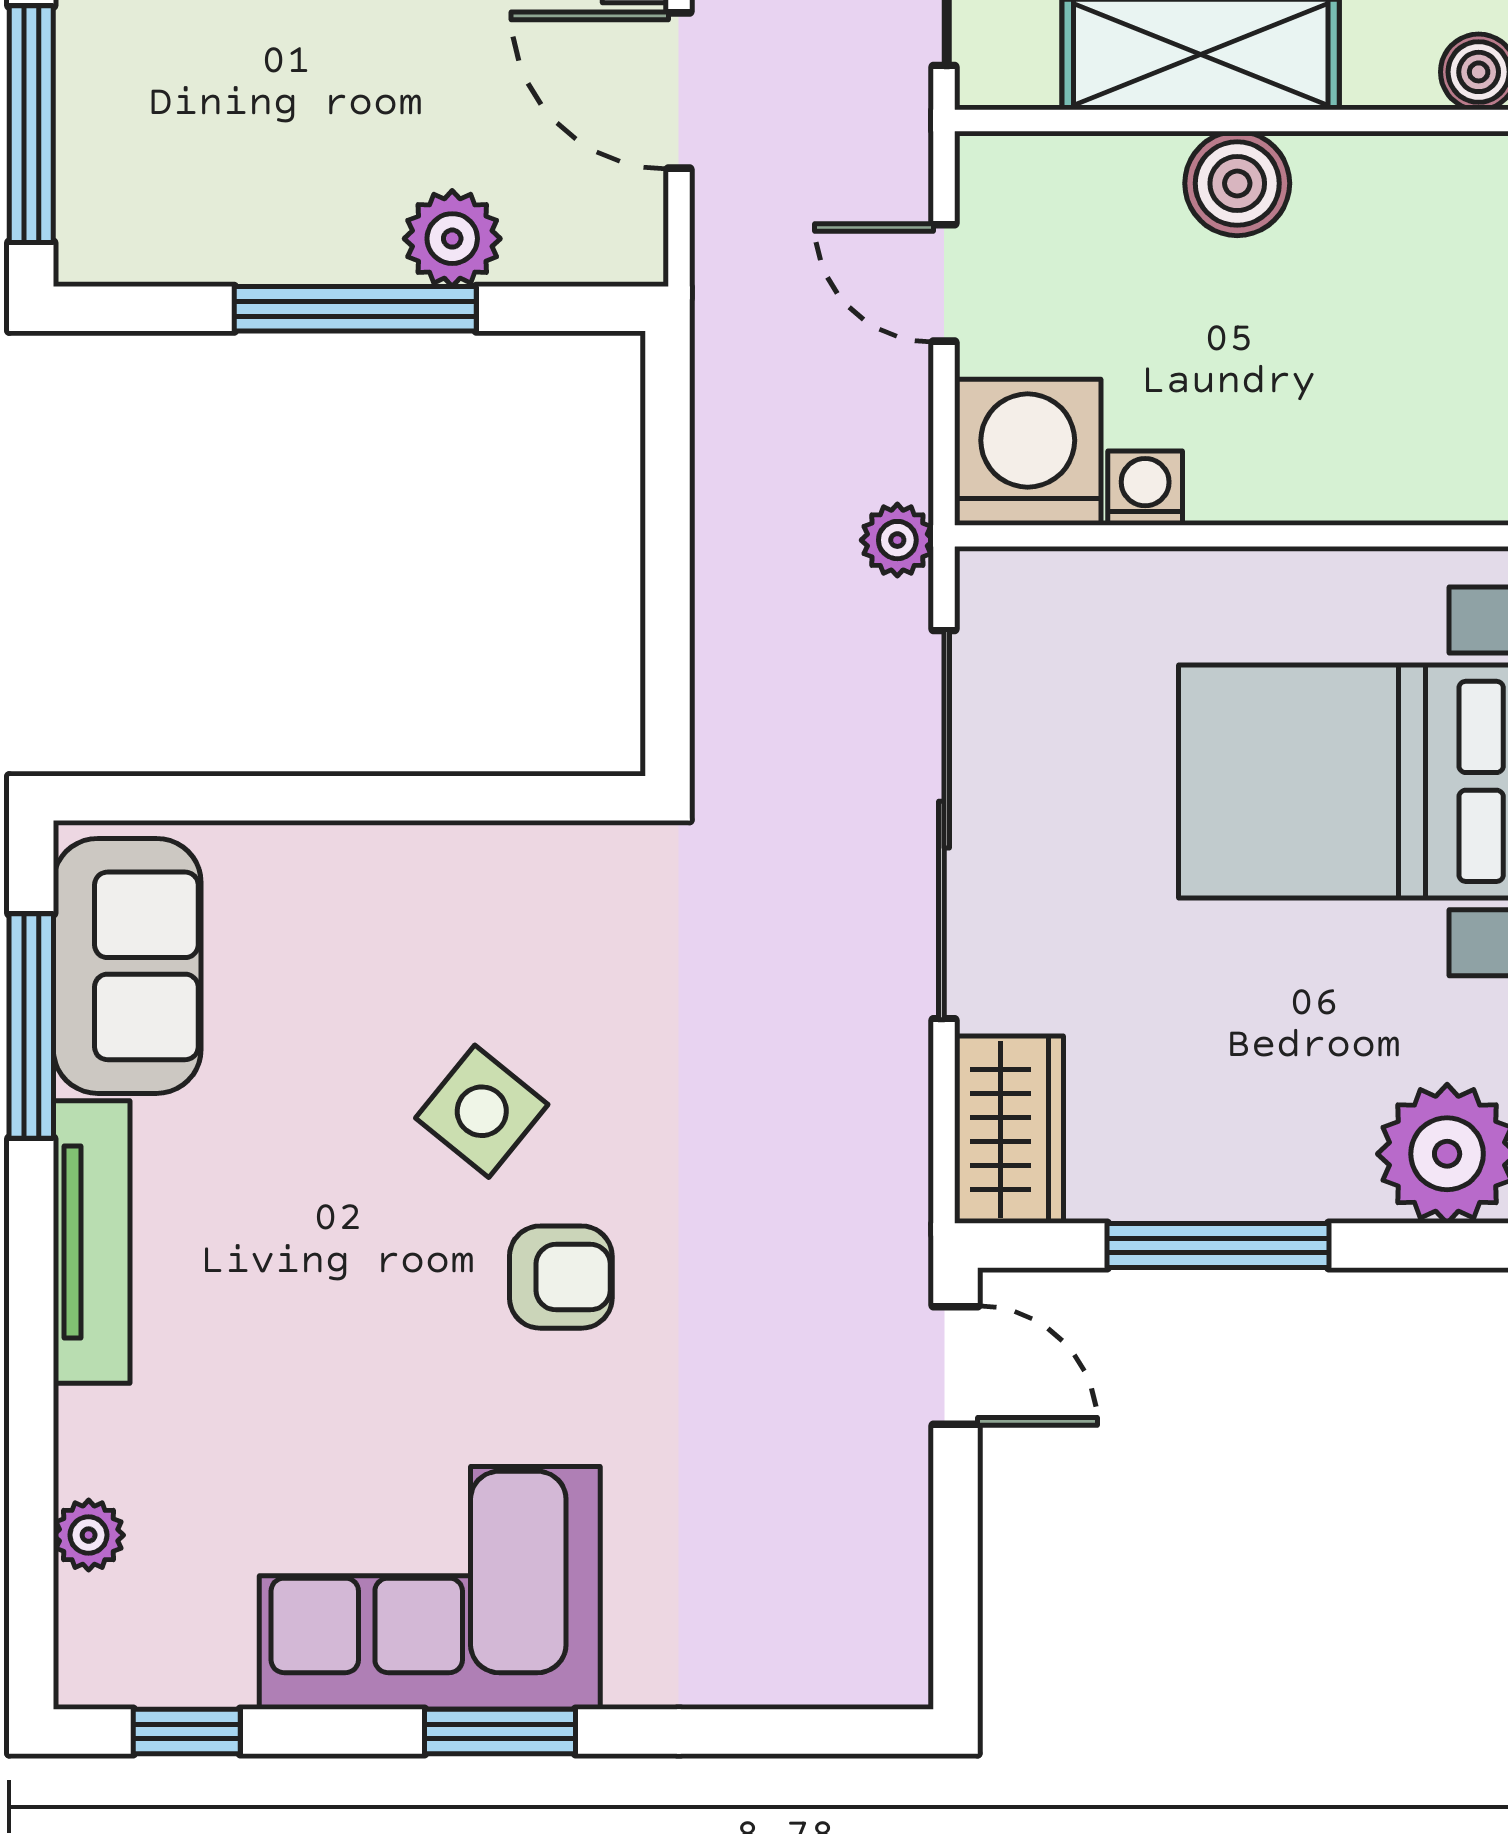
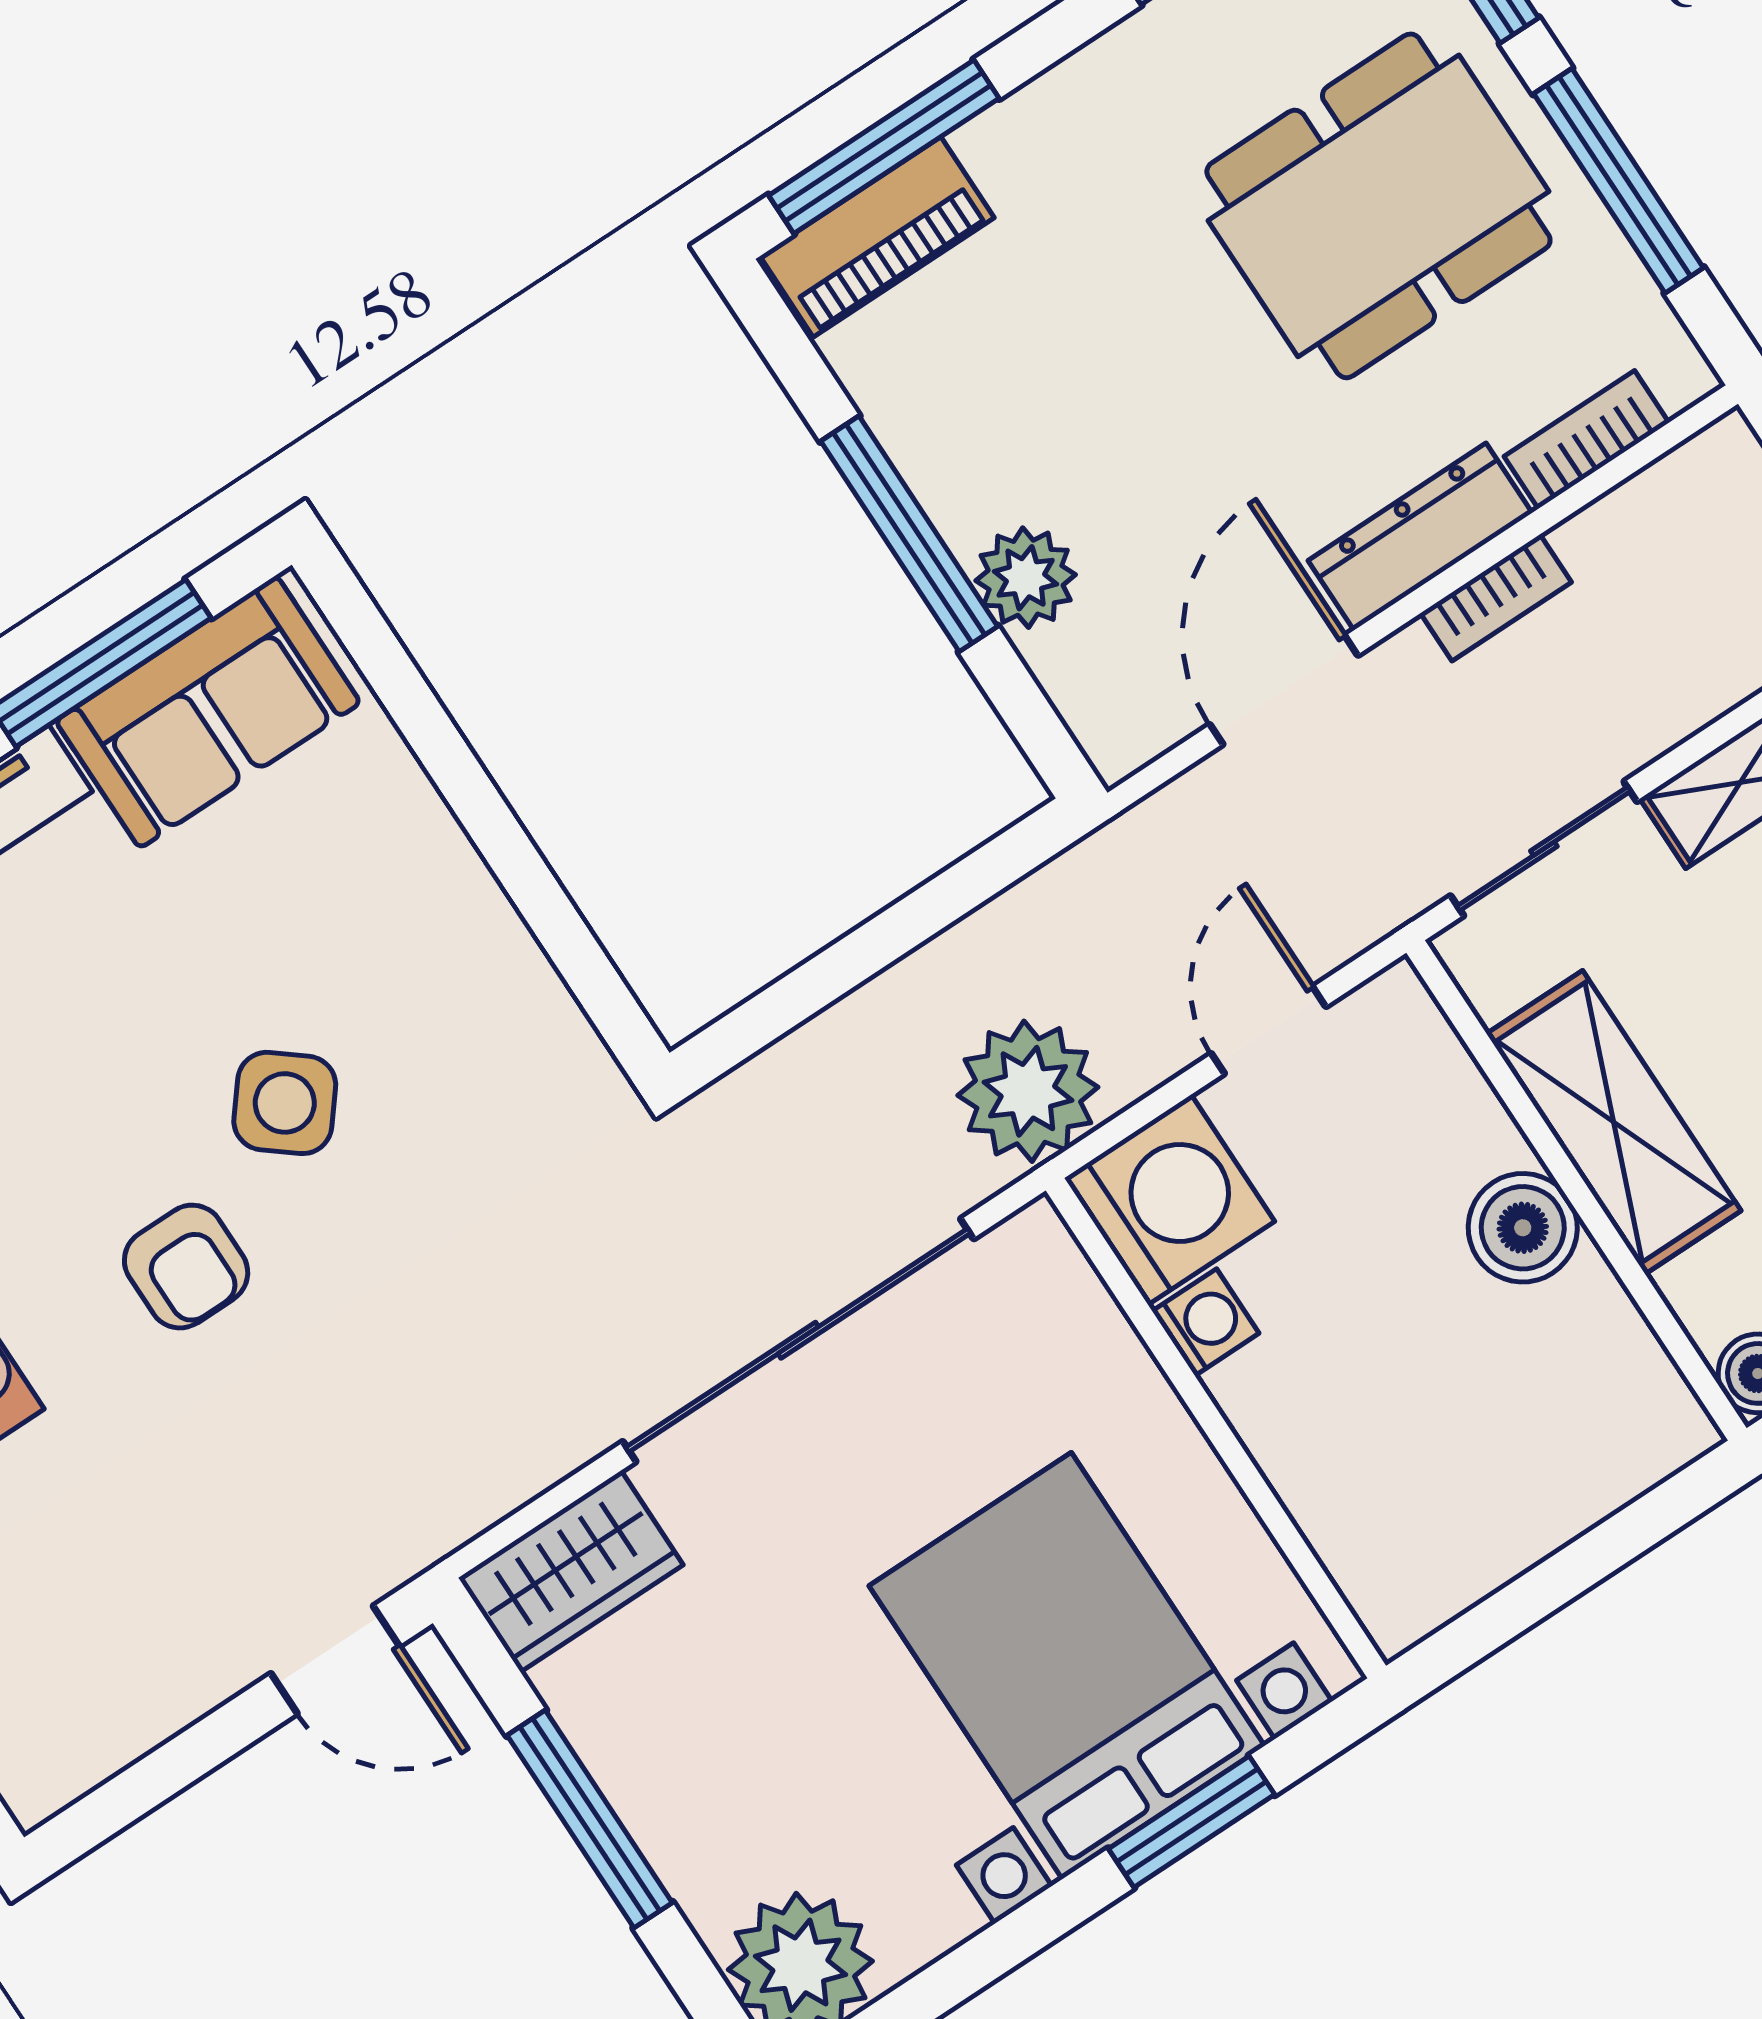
piano: (100, 177) -> (877, 237), added
plant: (897, 540) -> (1028, 1091), width x1.87, depth x1.87
door: (956, 1365) -> (335, 1660), hinge flipped

